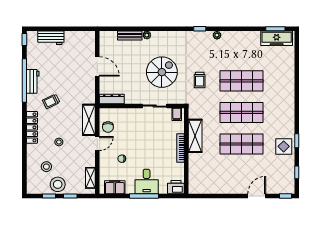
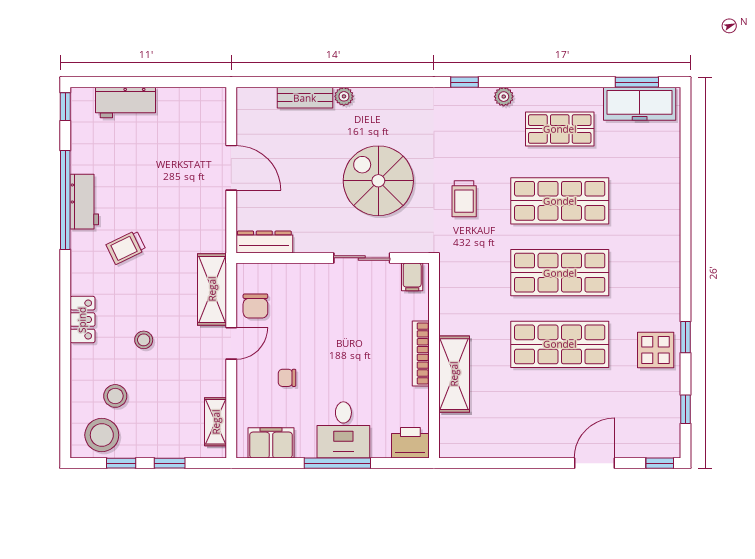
shop shelf: (242, 49) -> (560, 129), added
spiral stairs: (162, 72) -> (378, 181), turned -90
locker: (32, 127) -> (82, 320), width x0.66
shelving: (195, 136) -> (454, 374), moved
stool: (58, 184) -> (102, 435), moved

